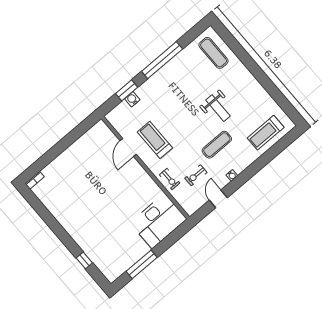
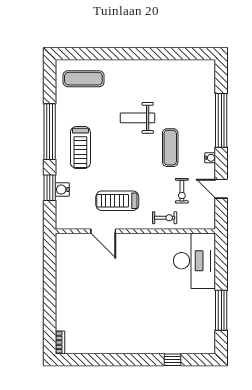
weight bench: (218, 108) -> (137, 118), turned 180
treadmill: (266, 133) -> (80, 148), moved
window: (261, 162) -> (221, 120), added

